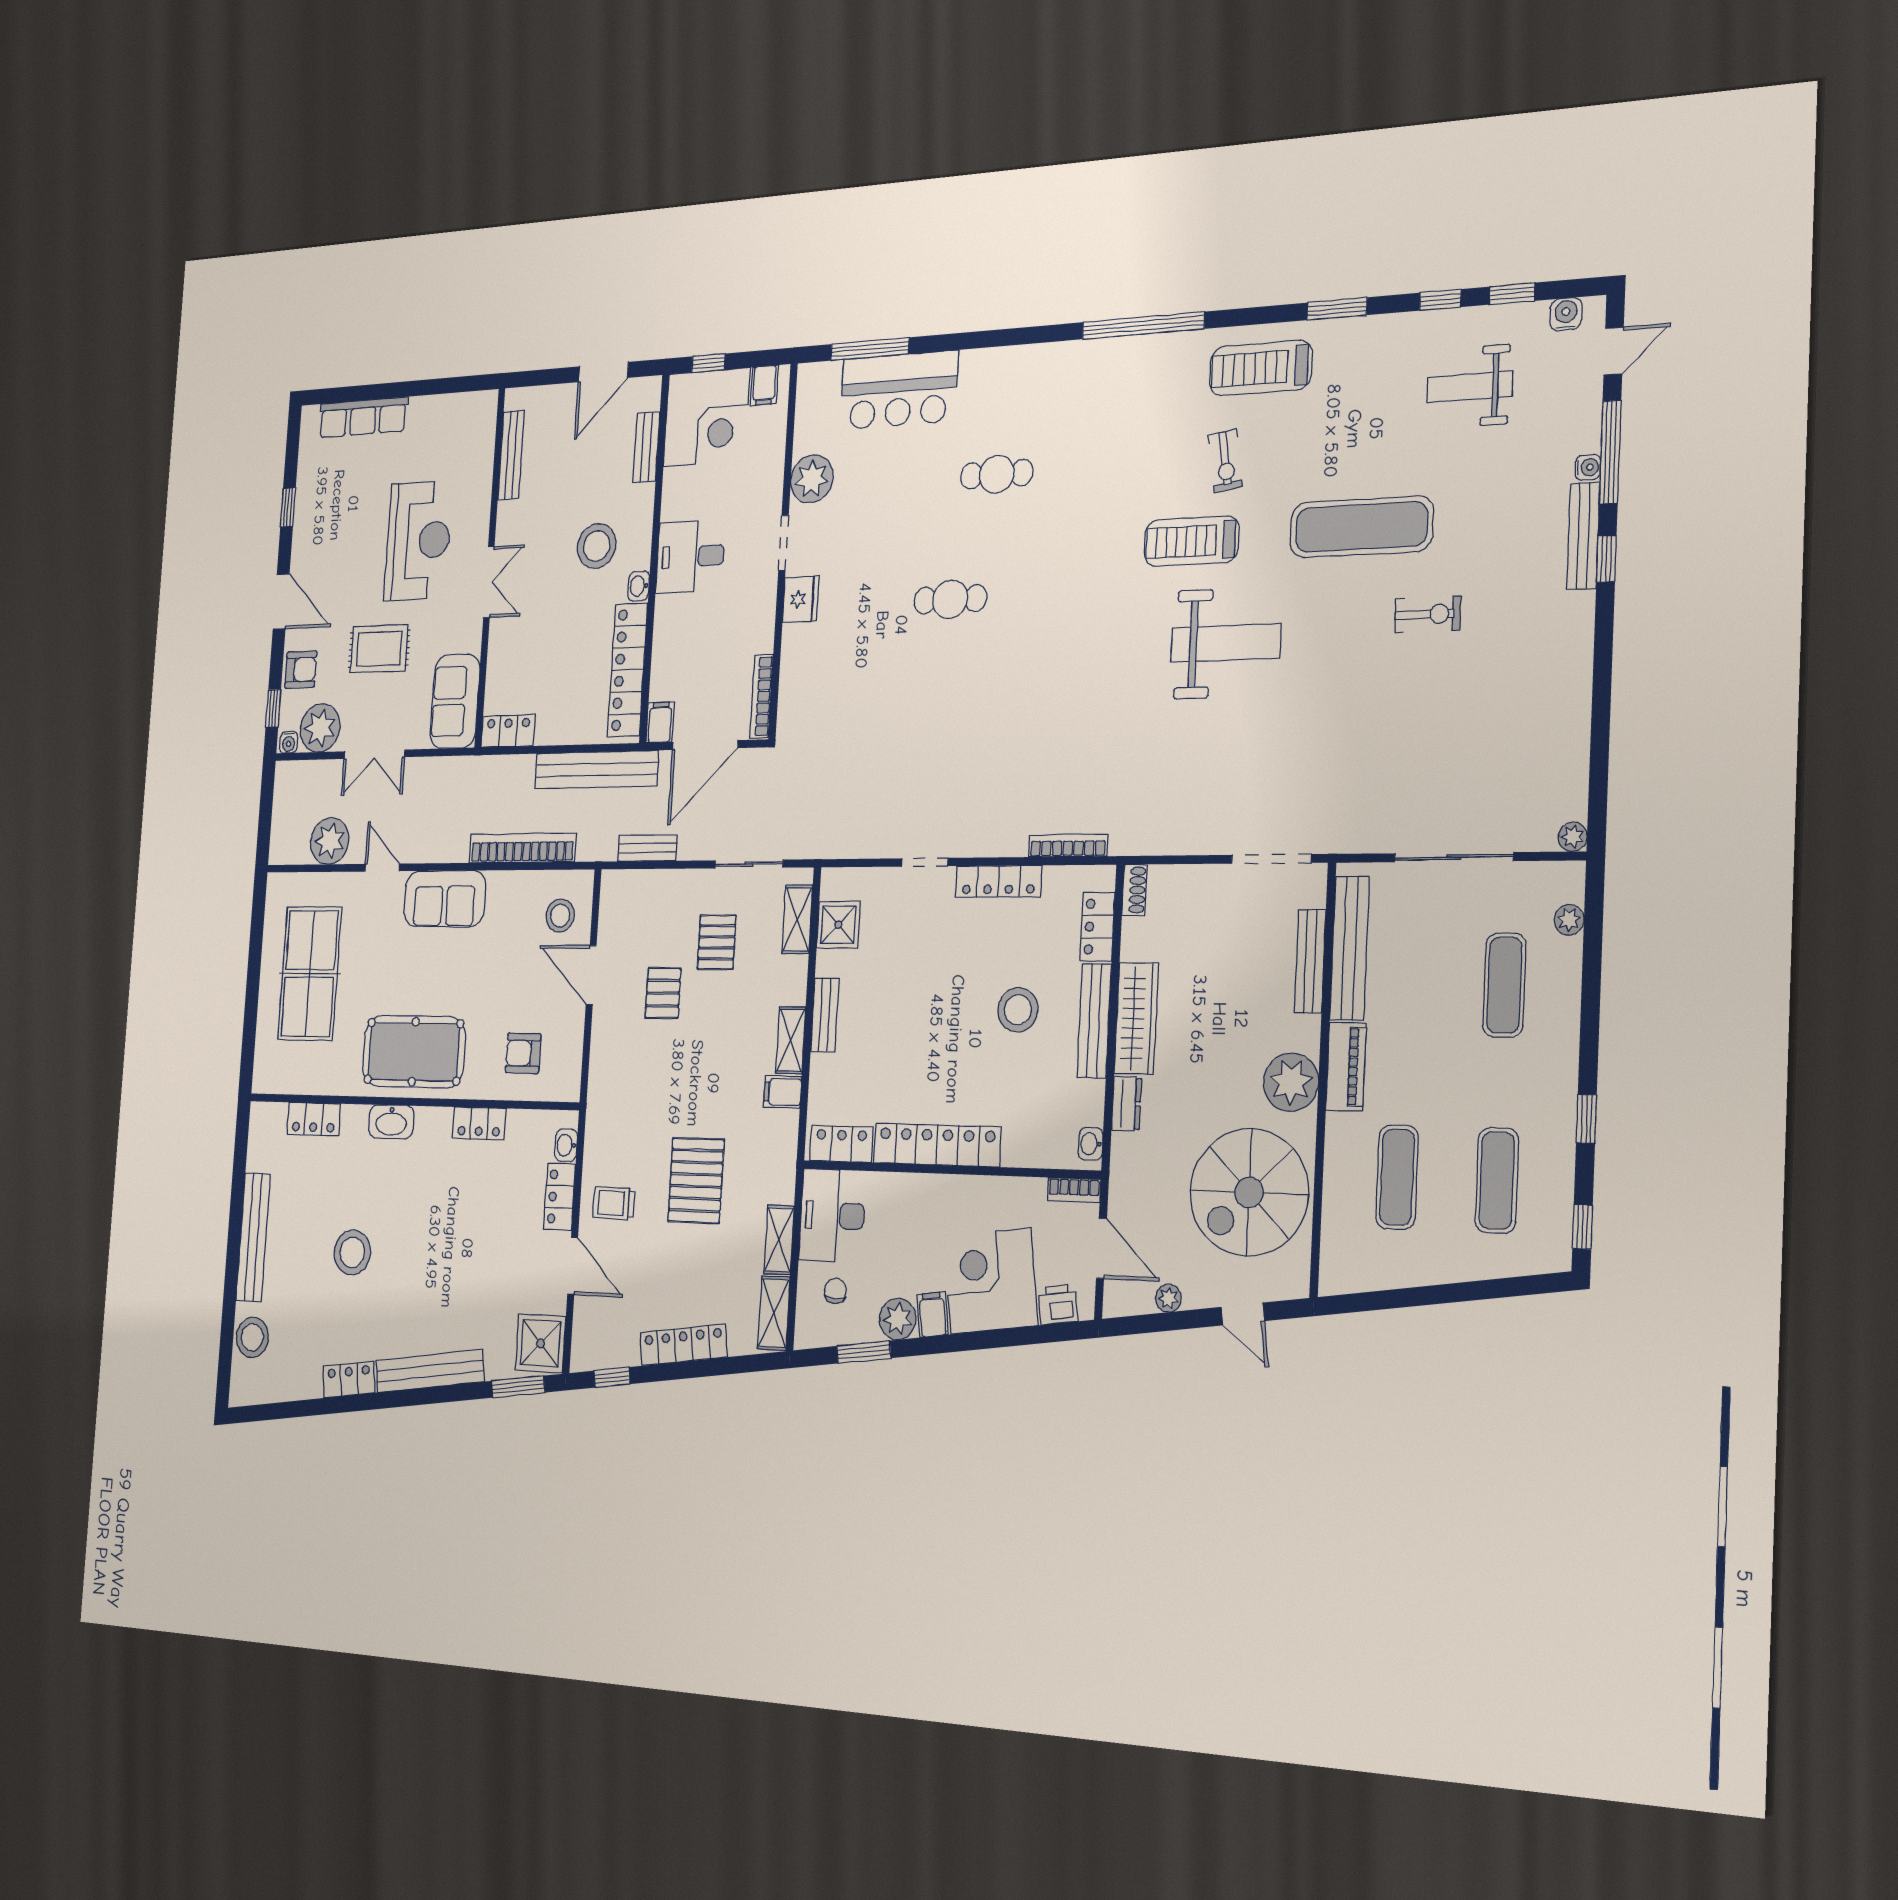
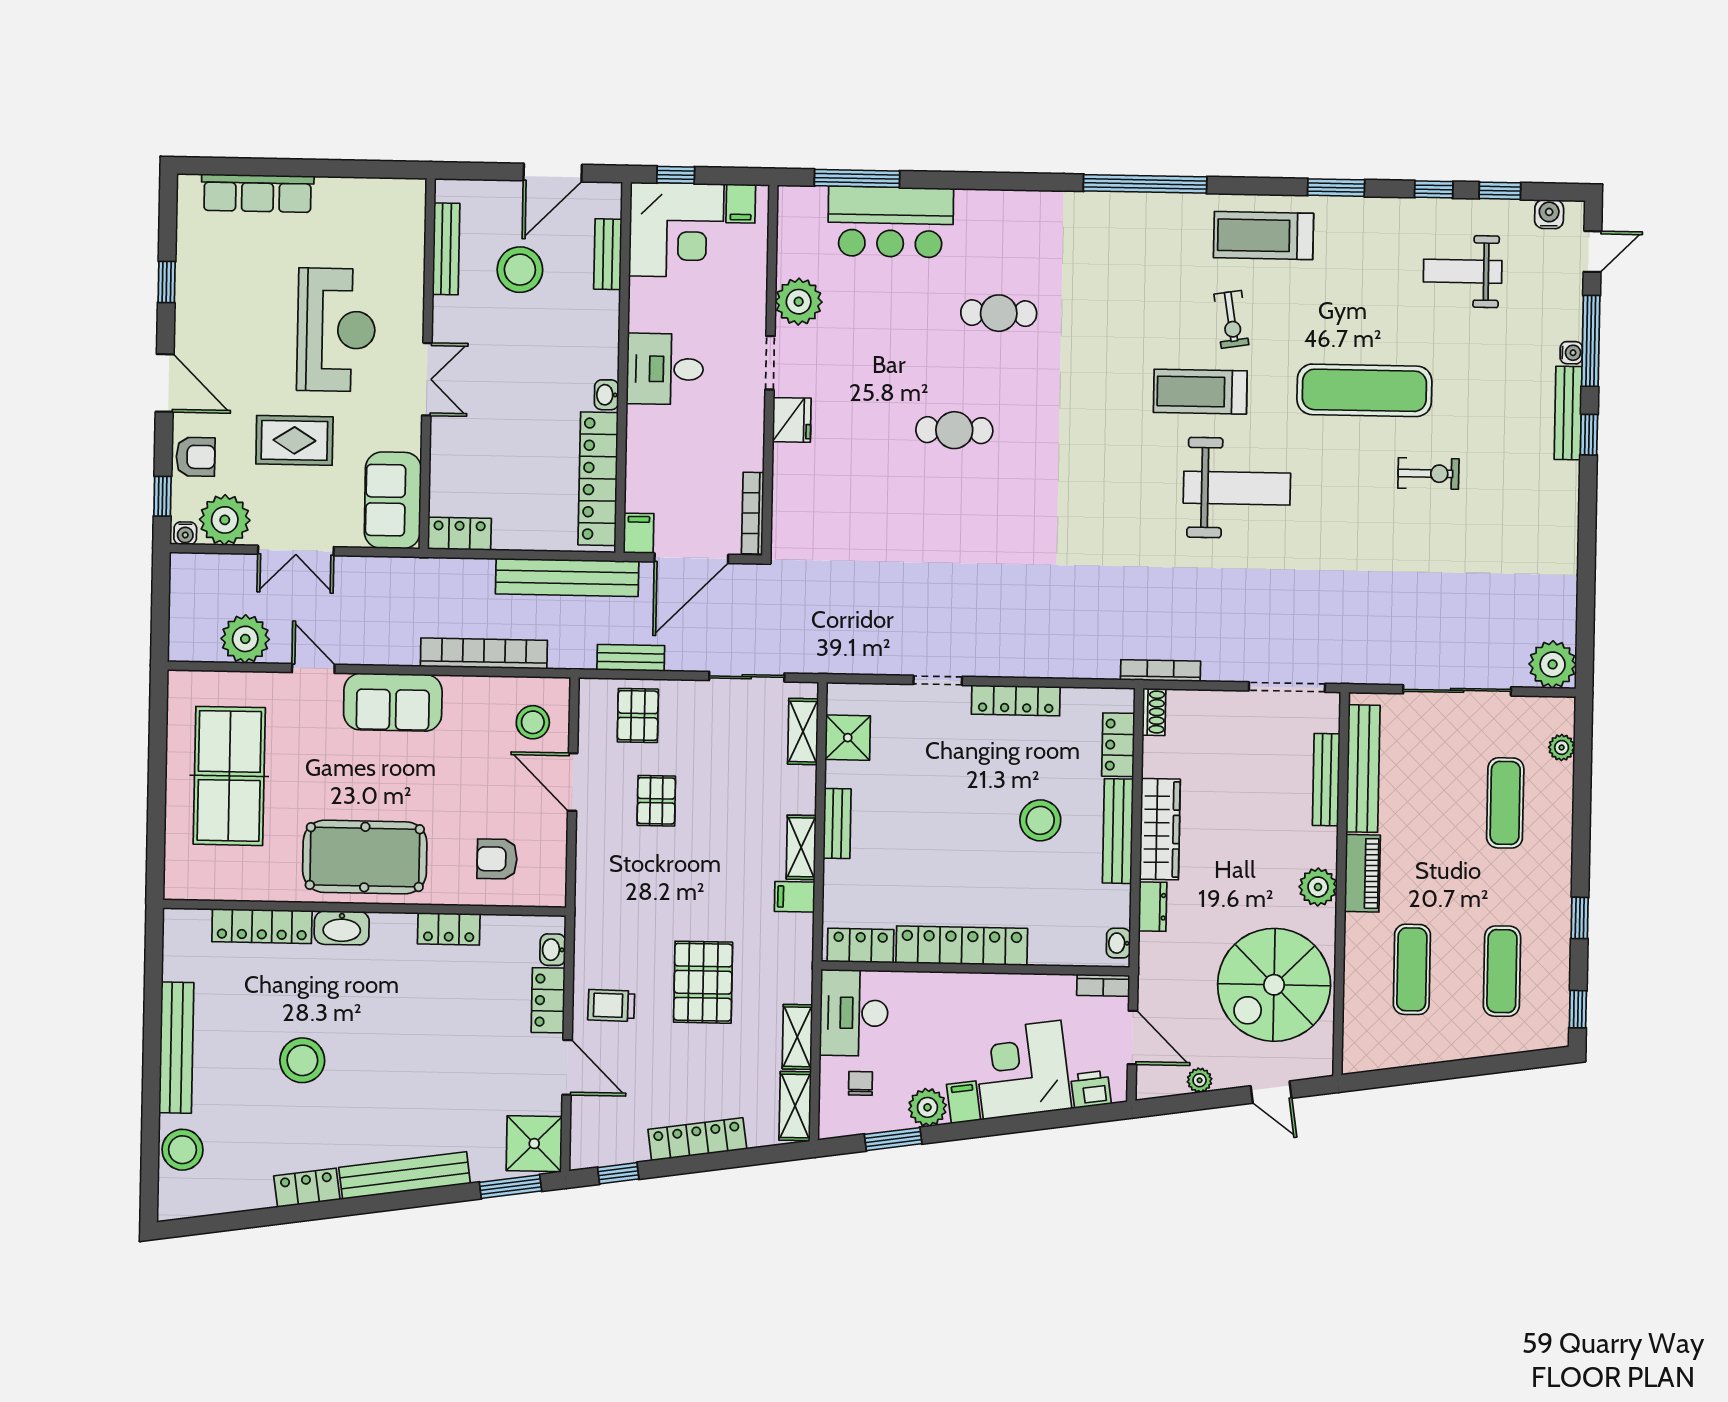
stool: (597, 546) -> (520, 270), moved
plant: (1573, 837) -> (1553, 664), width x1.87, depth x1.87
bookcase: (1068, 846) -> (1160, 671), moved
pallet: (717, 942) -> (638, 715), moved
plant: (1291, 1082) -> (1318, 887), width x0.73, depth x0.73
locker: (314, 1119) -> (262, 926), width x1.53

